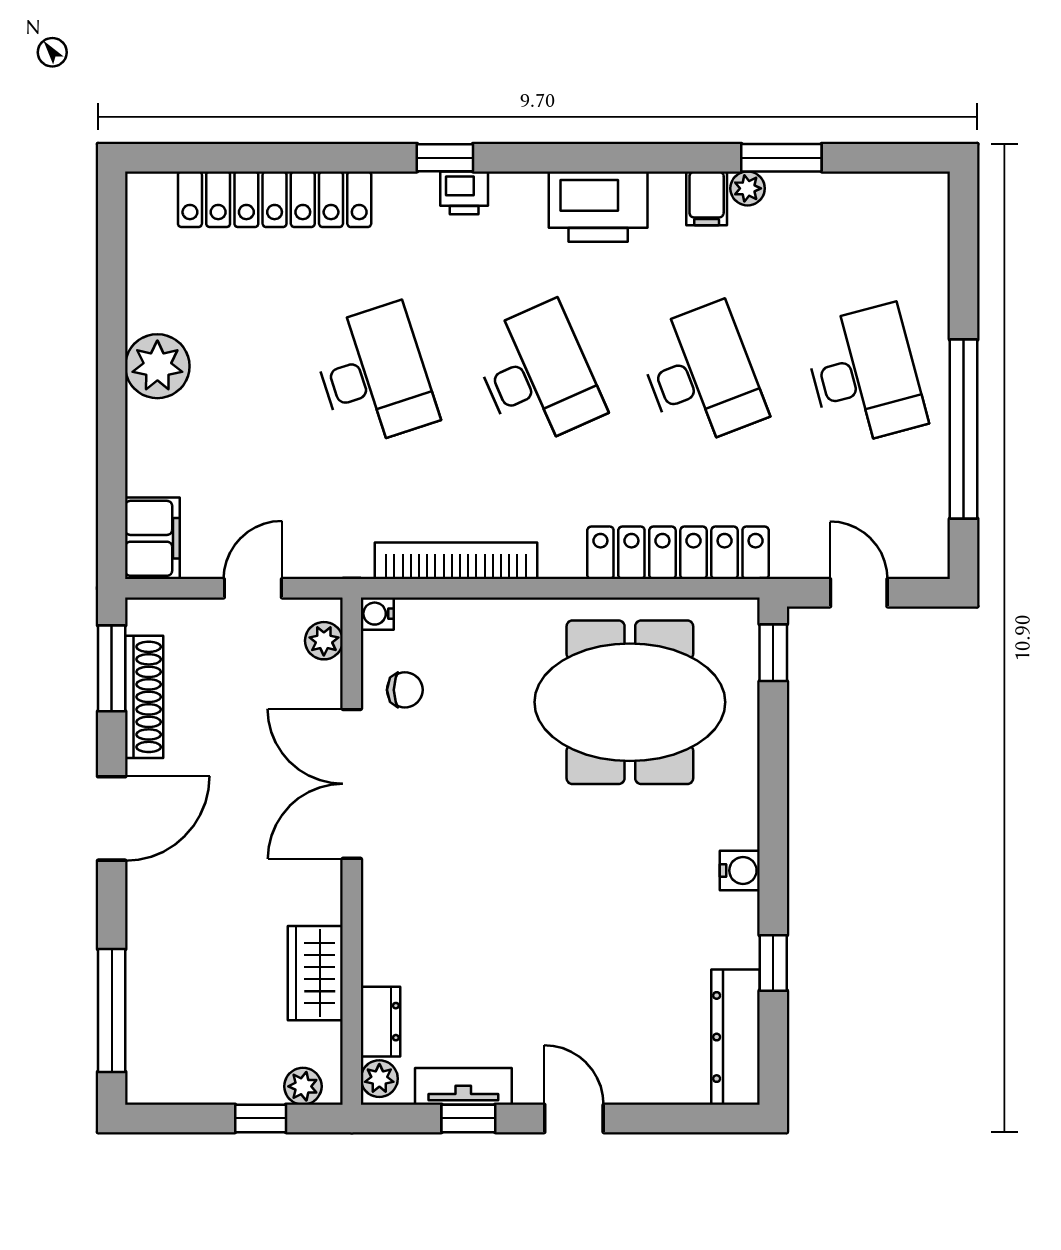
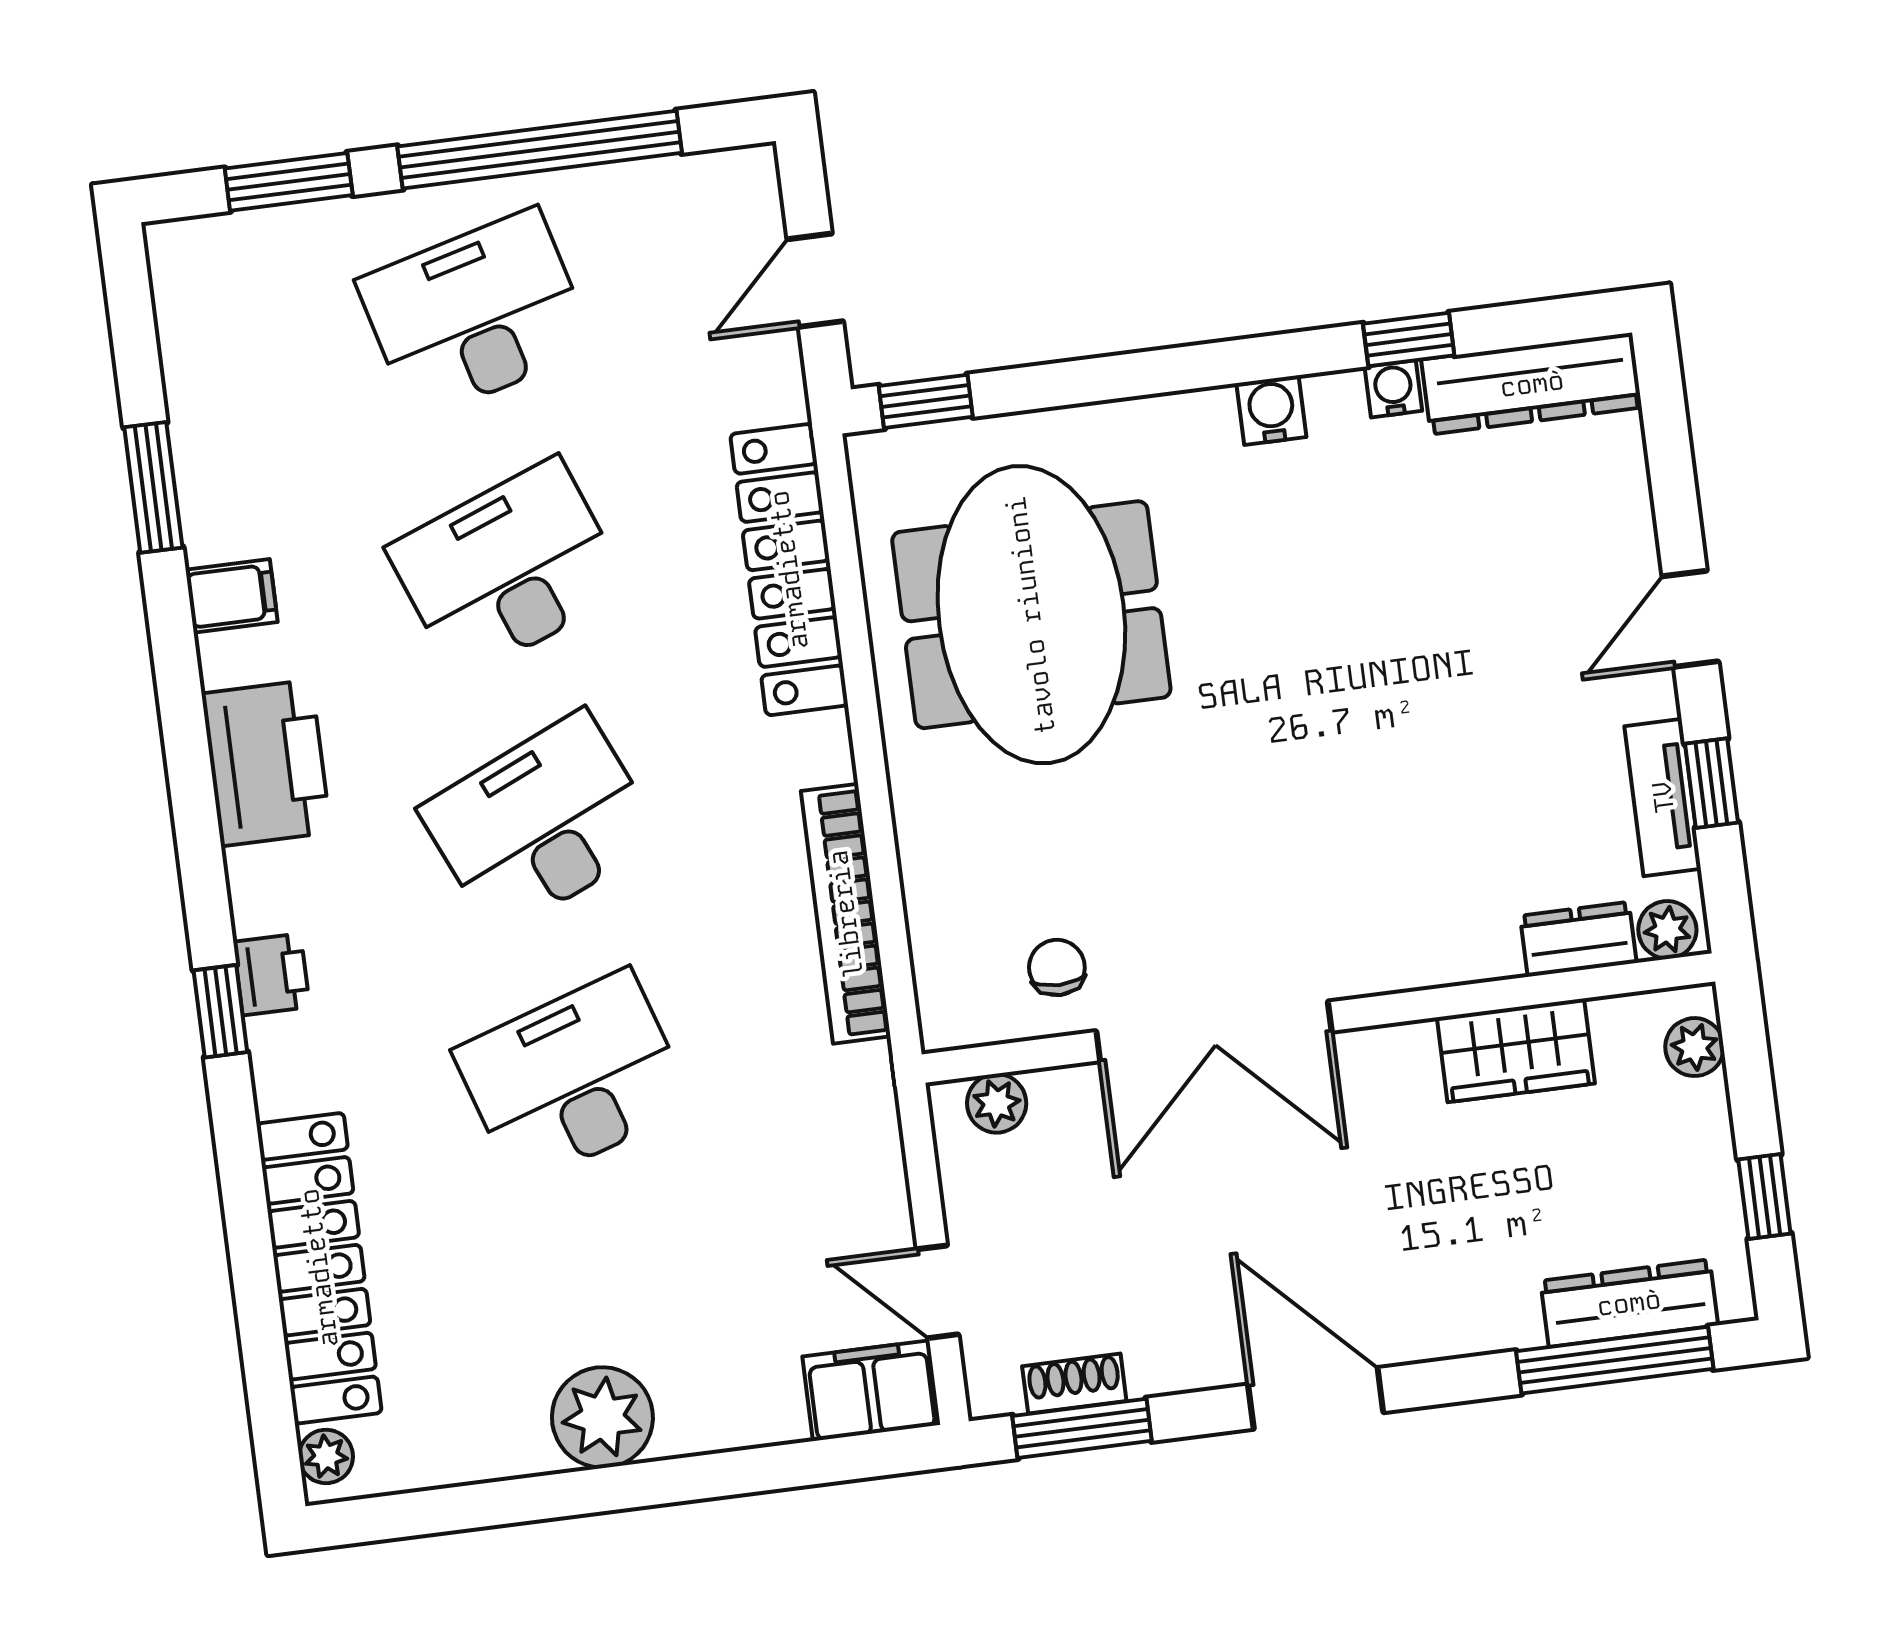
plant: (748, 188) -> (326, 1456), moved
window: (964, 268) -> (289, 182), added
door: (253, 588) -> (938, 1292), moved
water cooler: (377, 614) -> (1393, 389), moved, turned 180
shoe rack: (144, 697) -> (1074, 1384), width x0.51, depth x0.81
dresser: (146, 1024) -> (1629, 1303), added
window: (261, 1118) -> (1764, 1197), moved

